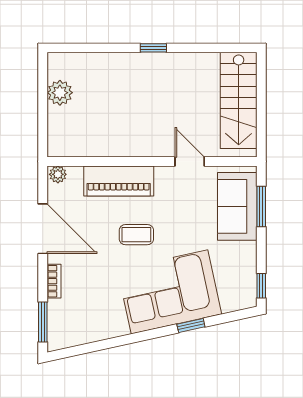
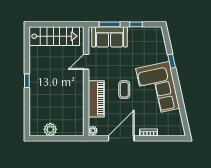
window: (261, 286) -> (136, 24), moved
corner sofa: (170, 292) -> (158, 88), moved
window: (43, 322) -> (170, 138), removed

